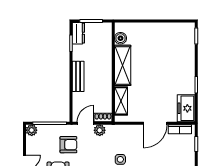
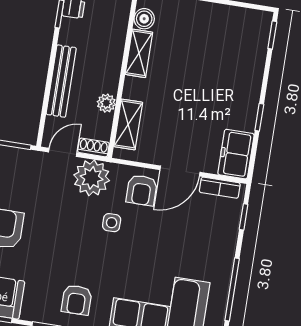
shelving: (123, 65) -> (139, 53), width x0.67, depth x0.75
bench: (78, 76) -> (61, 81), width x1.36
plant: (106, 91) -> (106, 103), added
plant: (100, 130) -> (92, 178), width x1.87, depth x1.87
armchair: (68, 145) -> (142, 190), moved, turned 90

